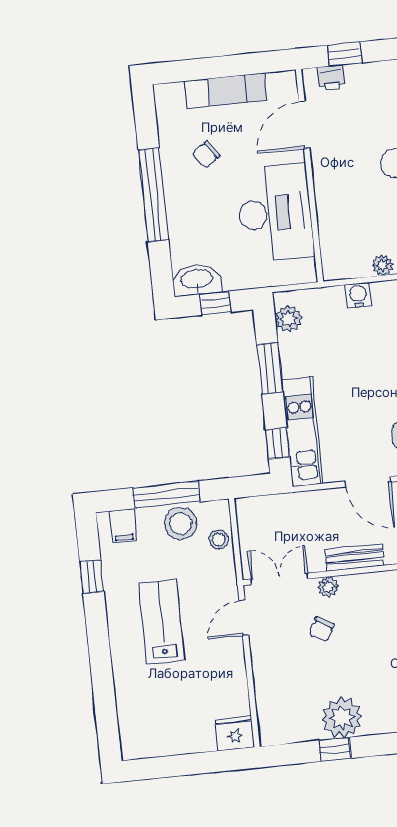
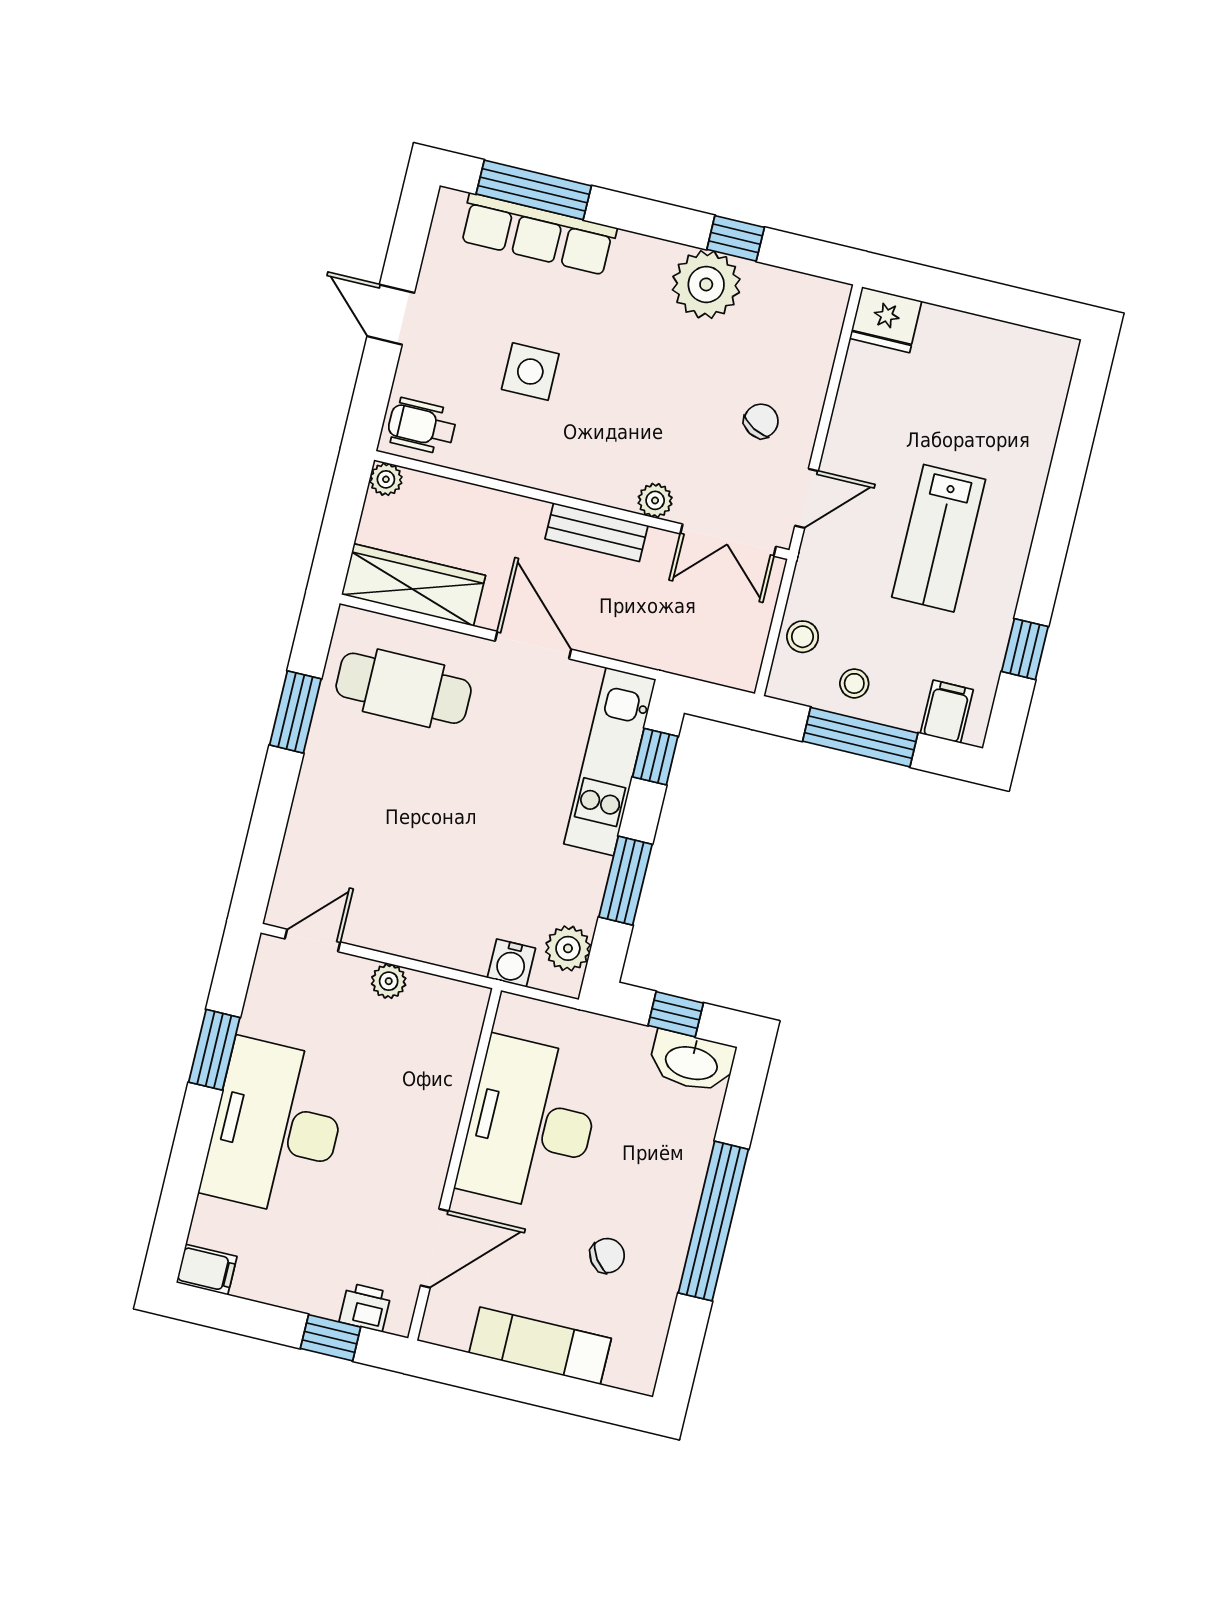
water cooler: (358, 295) -> (511, 963), moved
stool: (181, 524) -> (854, 683), width x0.53, depth x0.53
chair: (322, 630) -> (761, 421), moved

